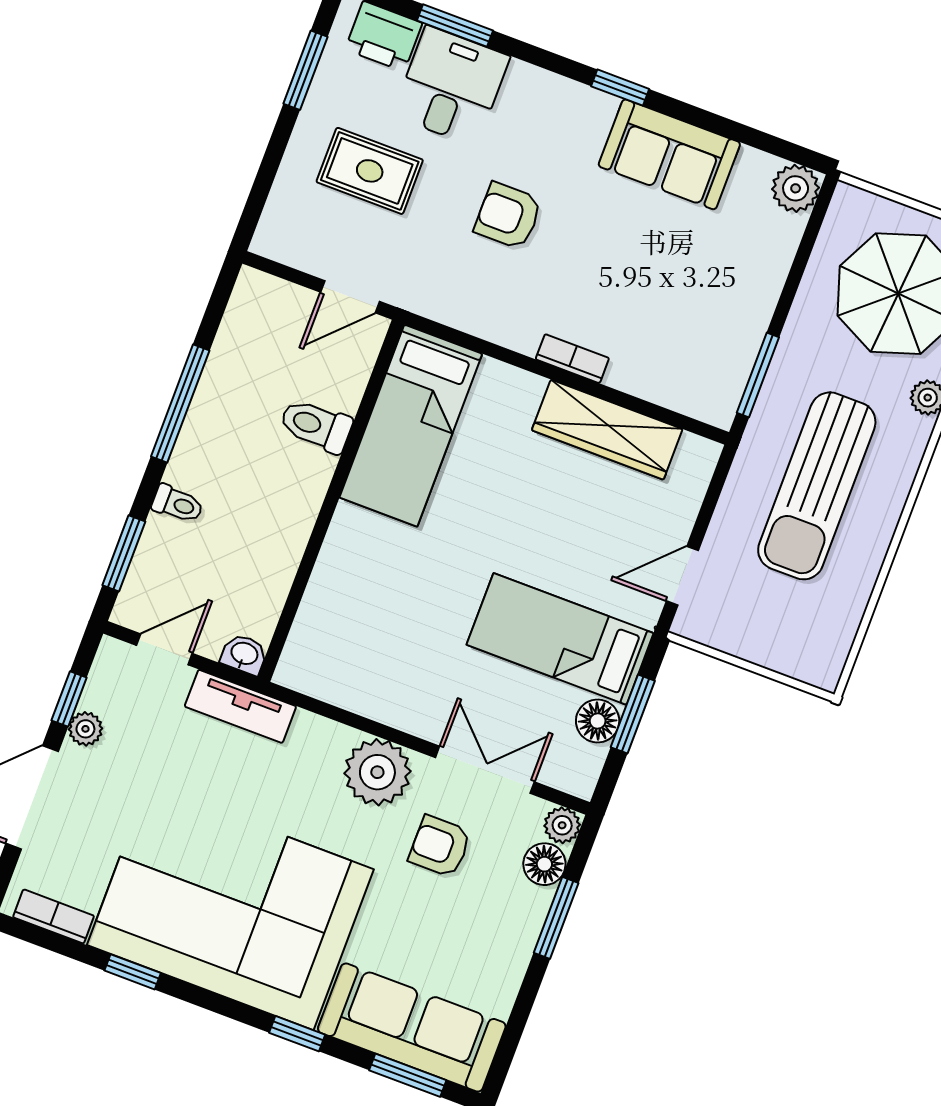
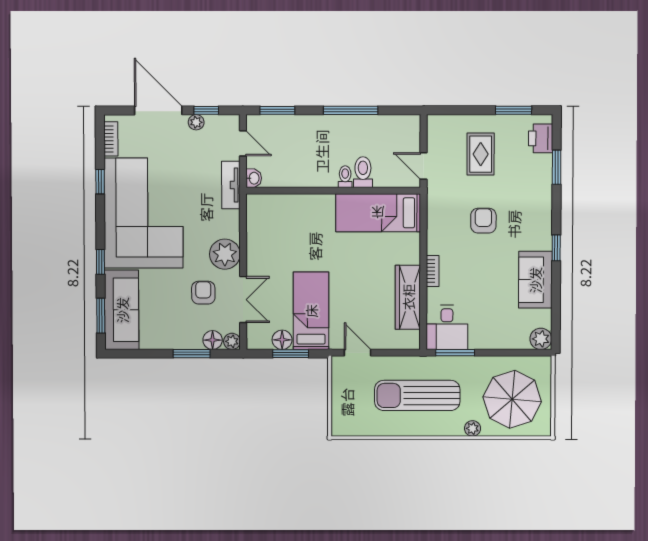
desk: (451, 86) -> (447, 327), moved, turned 90
toilet: (178, 504) -> (345, 177), moved, turned 180

